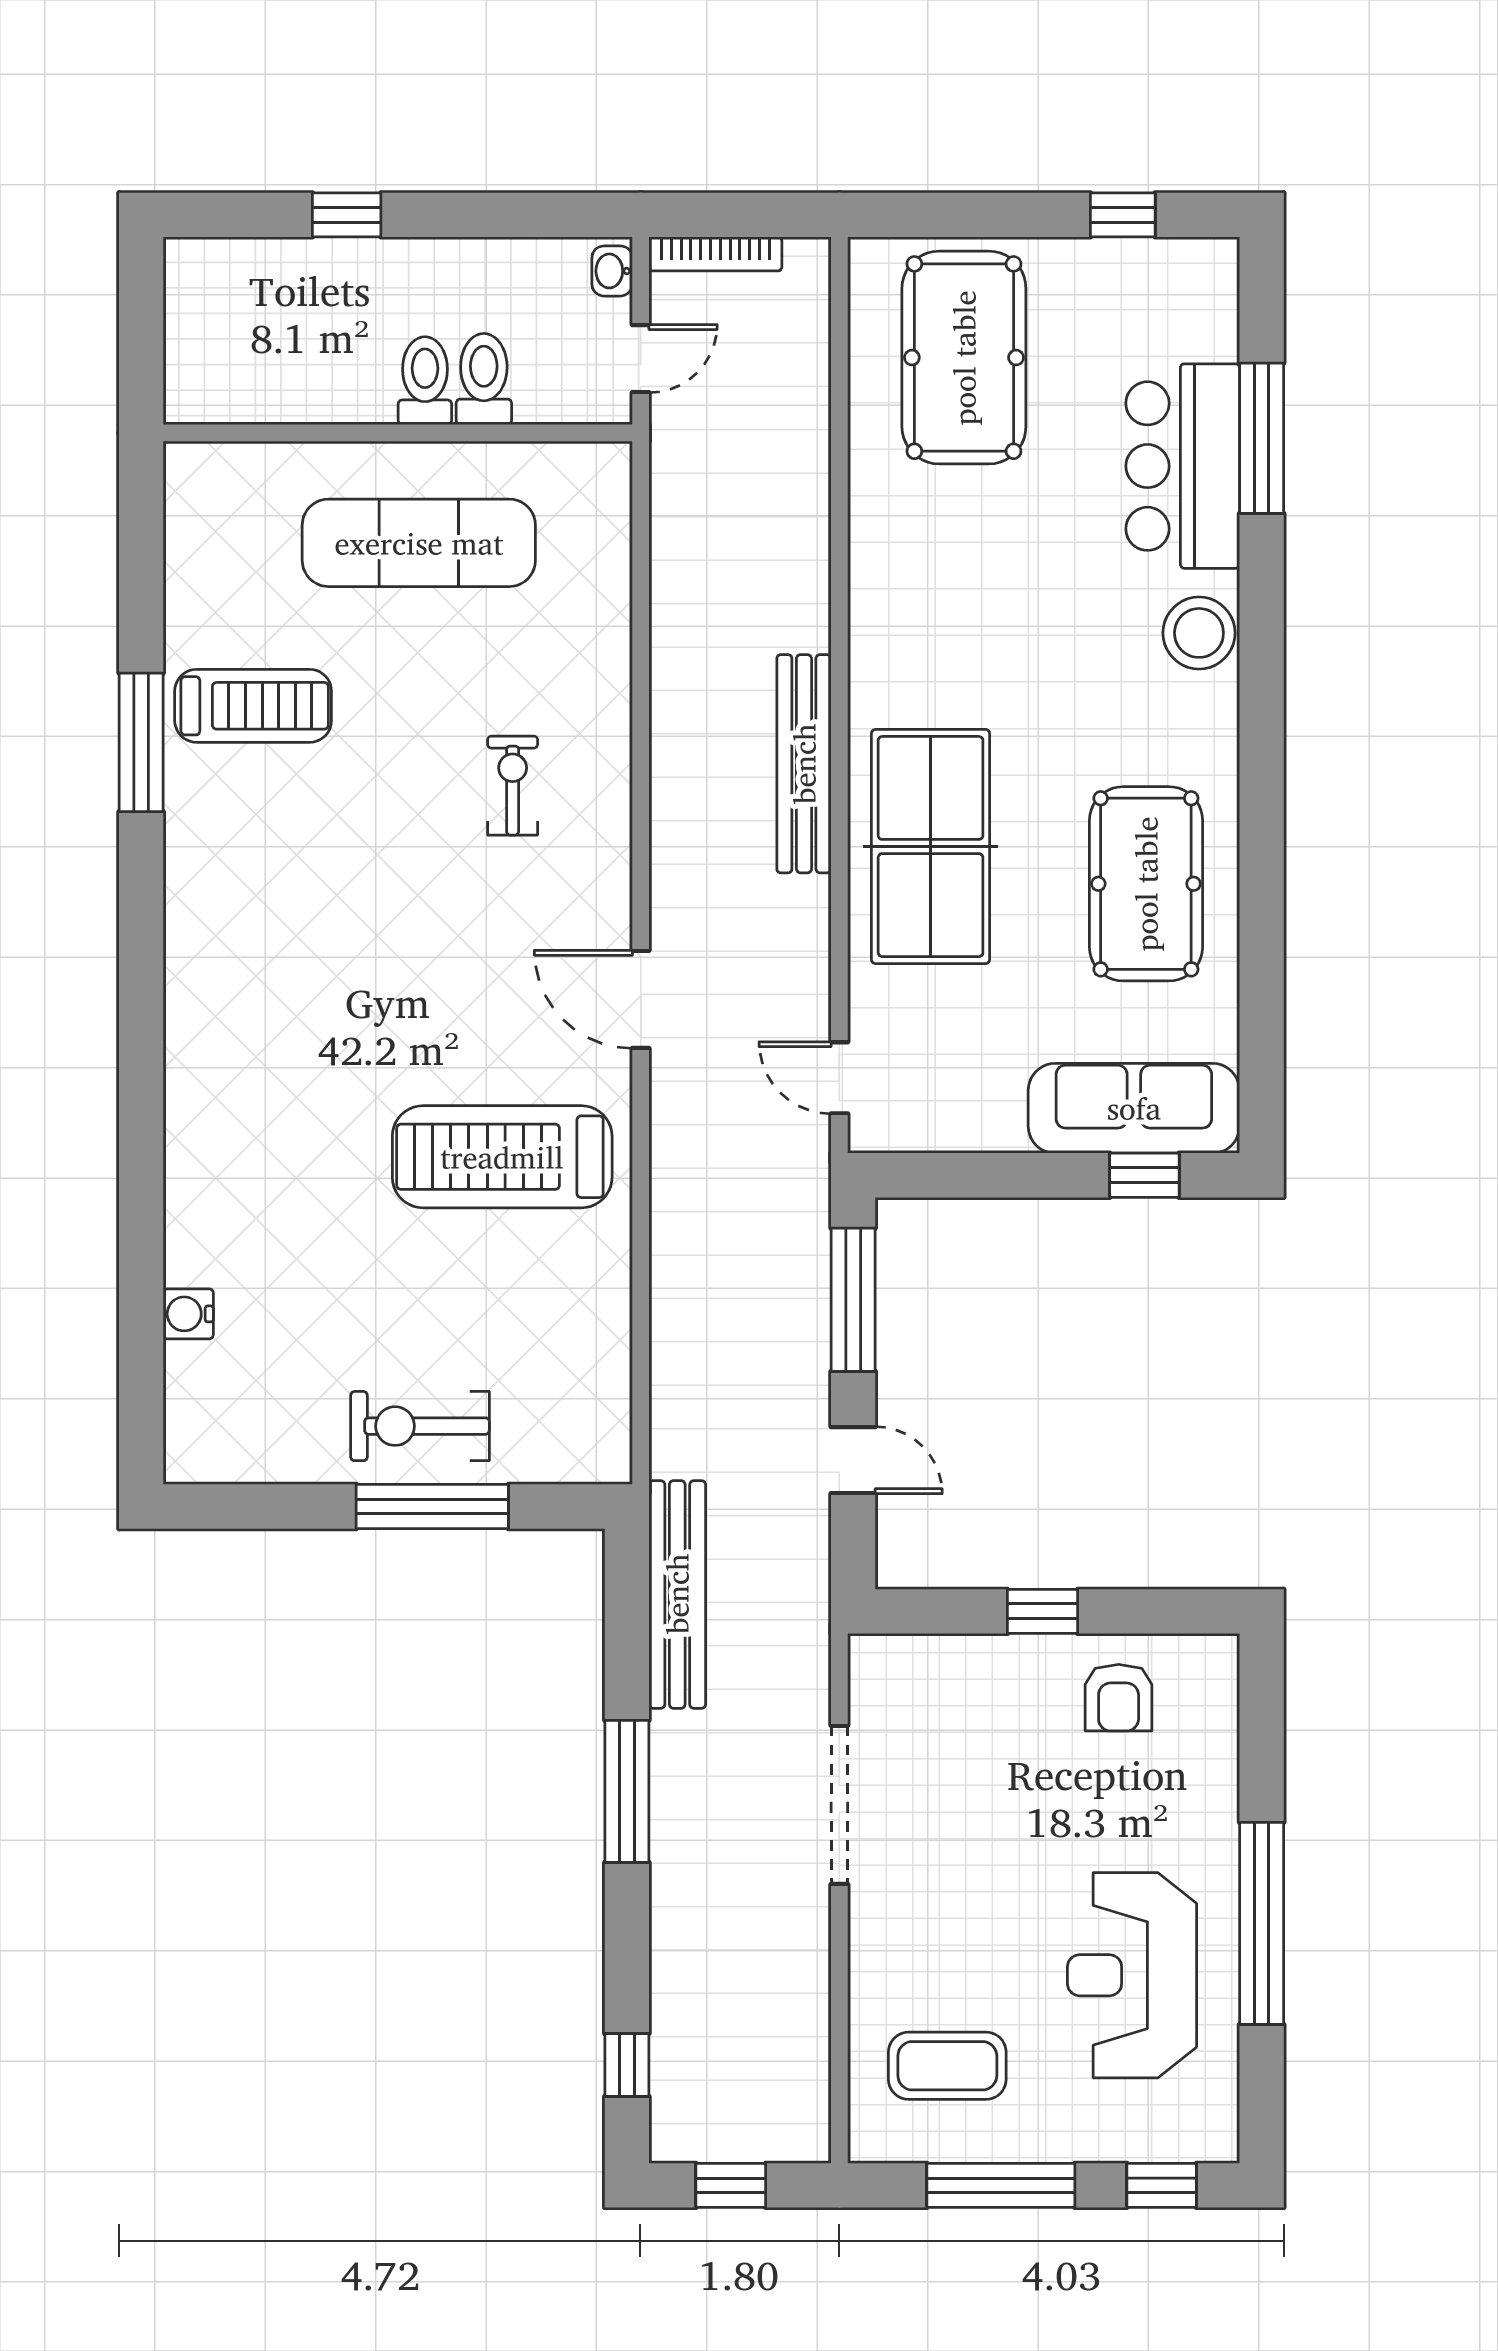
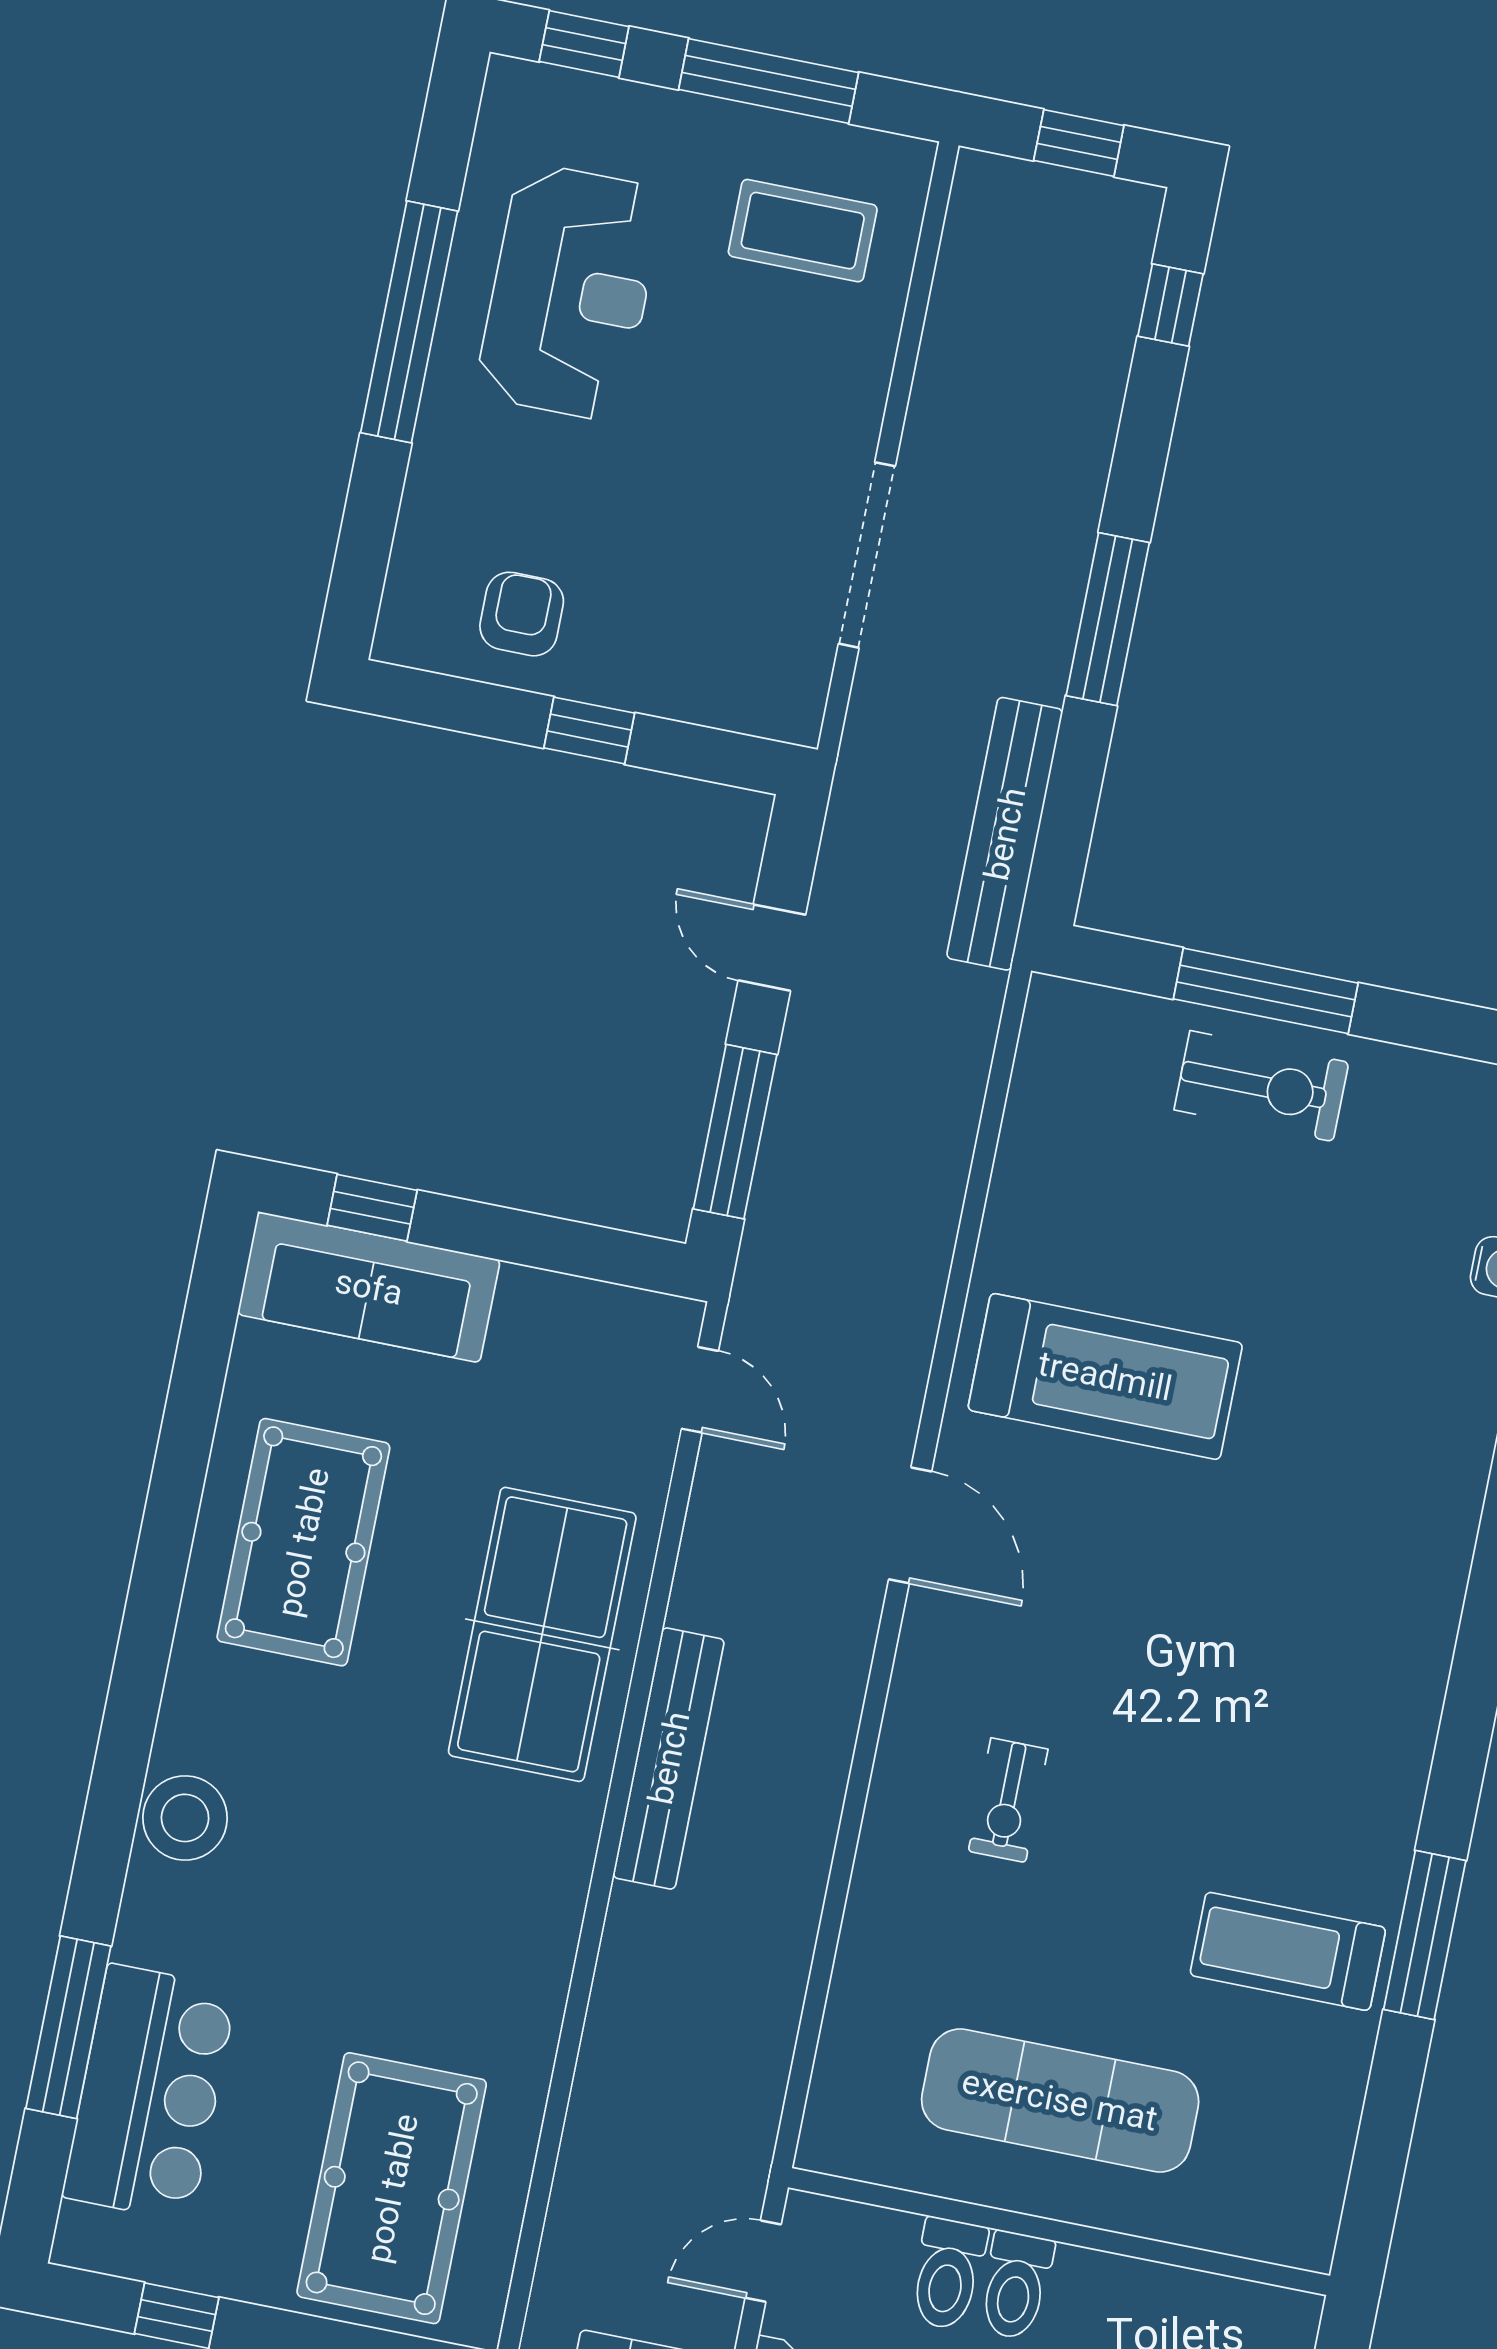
bar counter: (1183, 466) -> (150, 2093), moved

